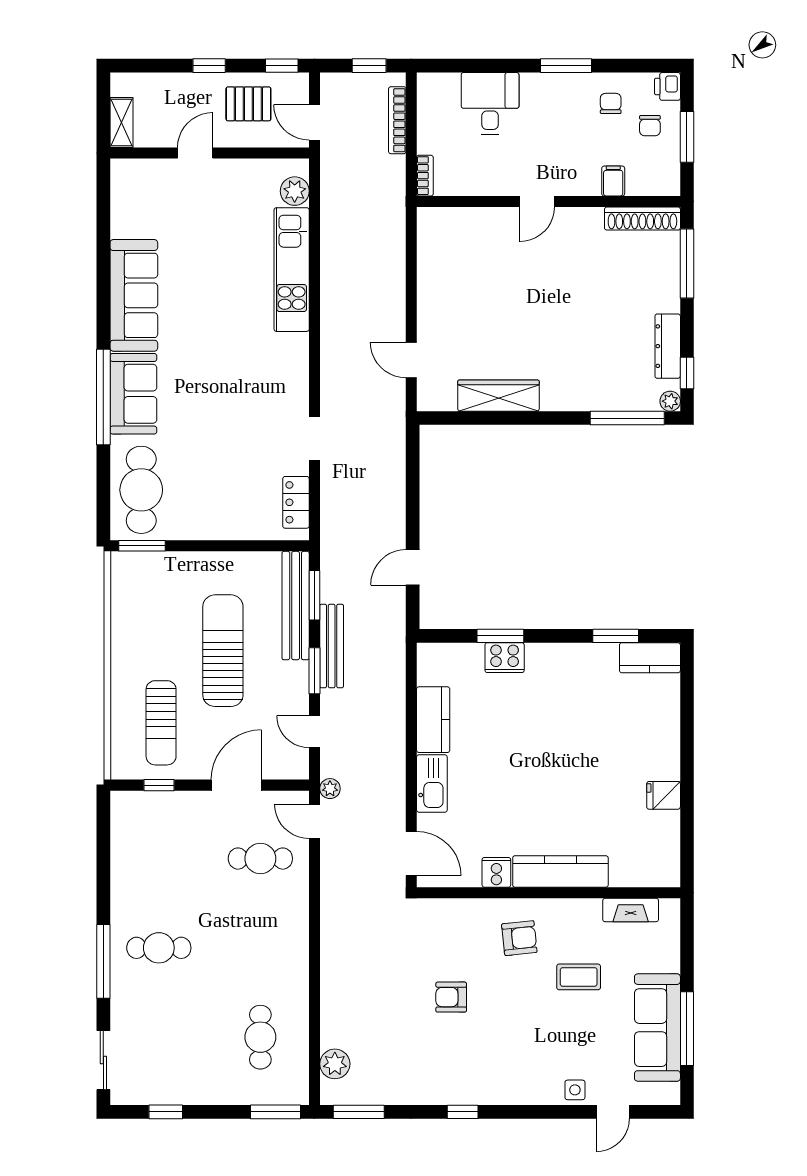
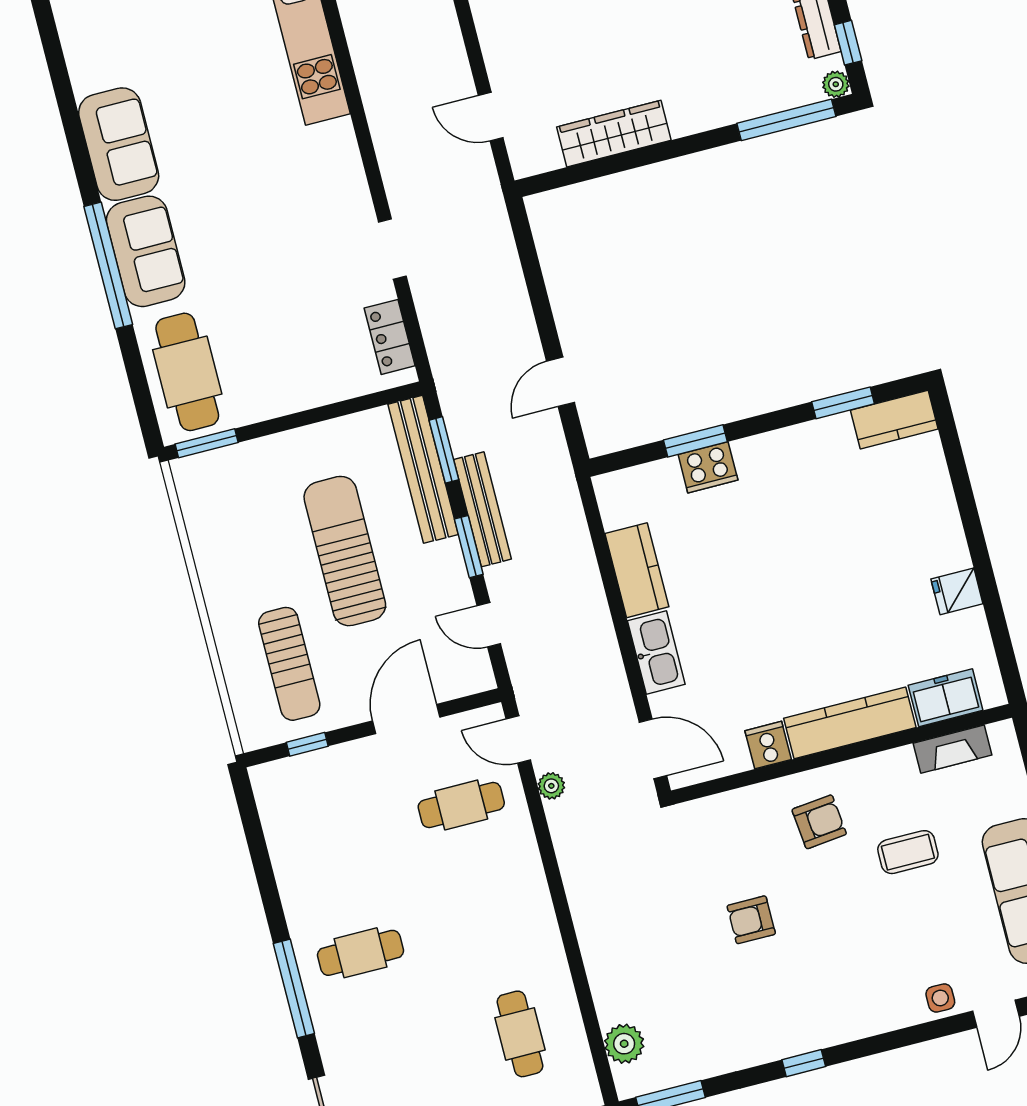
sofa: (134, 295) -> (119, 144), width x0.73
plant: (330, 789) -> (551, 786), moved
freezer: (635, 871) -> (946, 698), added

